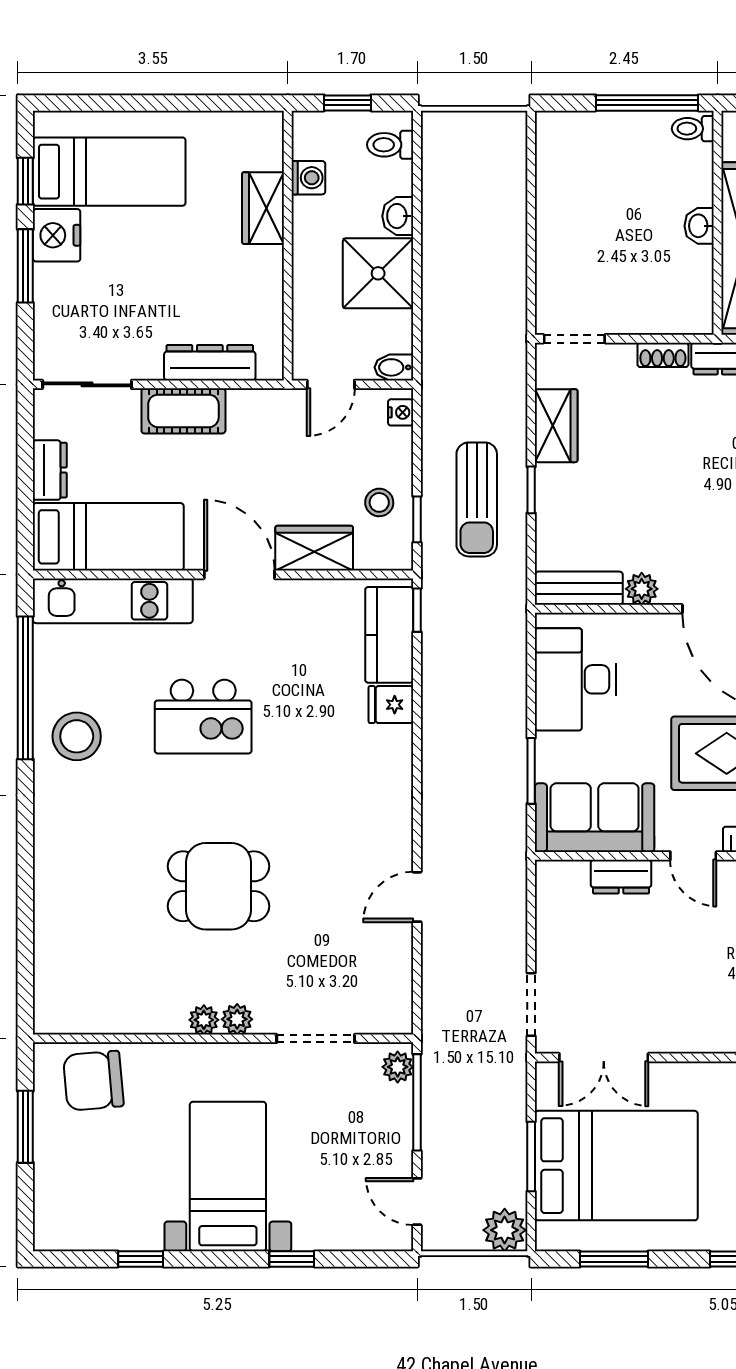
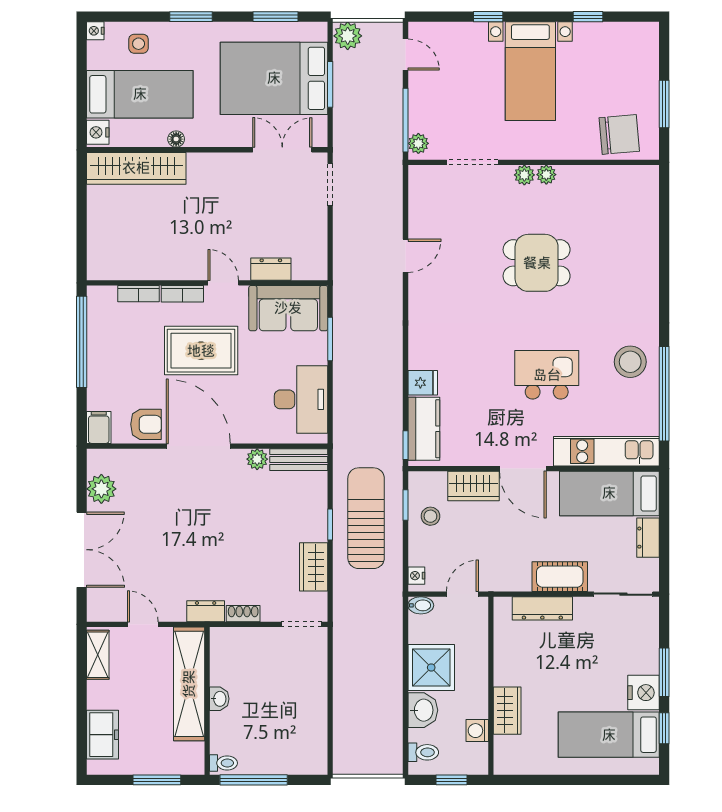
washbasin: (398, 216) -> (423, 710), width x1.38, depth x1.45
sun lounger: (477, 499) -> (366, 518), width x1.36, depth x1.34

